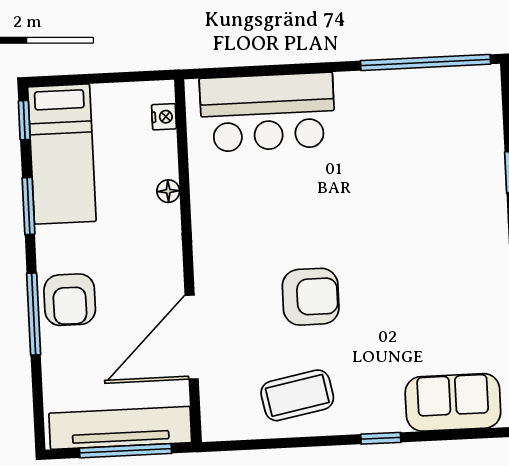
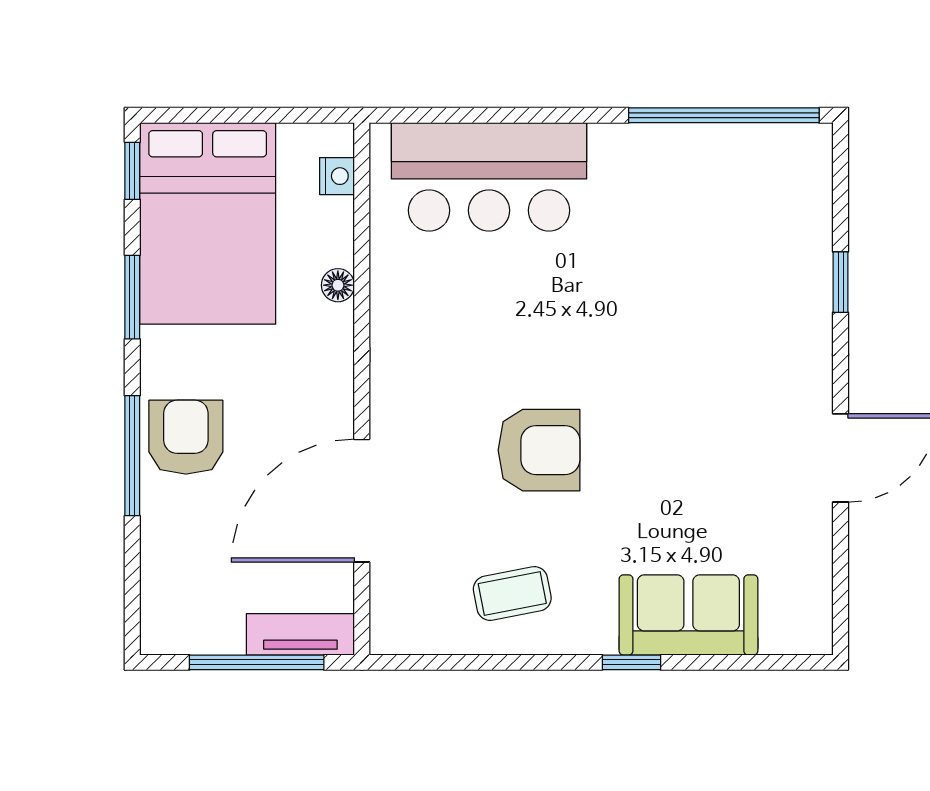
bed: (62, 154) -> (208, 223), width x1.50
armchair: (70, 300) -> (186, 437), turned 180
coffee table: (297, 395) -> (512, 594), width x0.73, depth x0.77
sofa: (453, 402) -> (688, 615), moved
tv unit: (120, 428) -> (300, 634), width x0.52, depth x0.78

